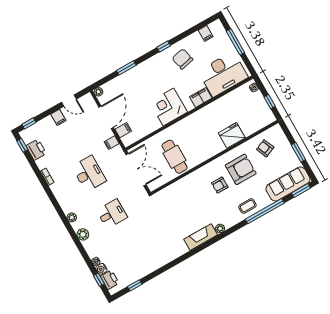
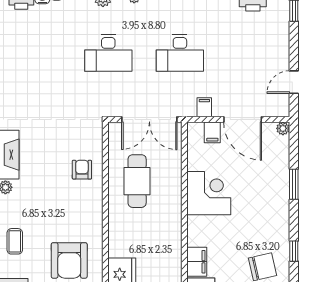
corner desk: (168, 107) -> (209, 193), moved
filing cabinet: (58, 117) -> (279, 55), removed
cafe table: (175, 157) -> (137, 181), turned 90
armchair: (220, 185) -> (82, 170), moved
desk: (112, 214) -> (108, 53), width x1.37

